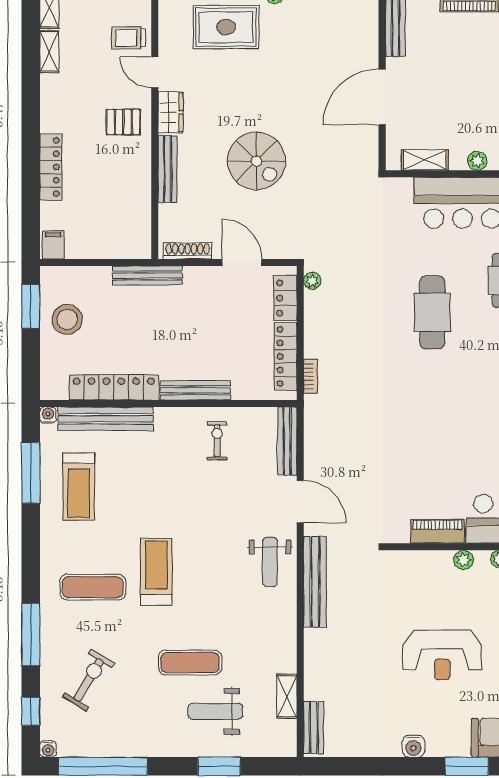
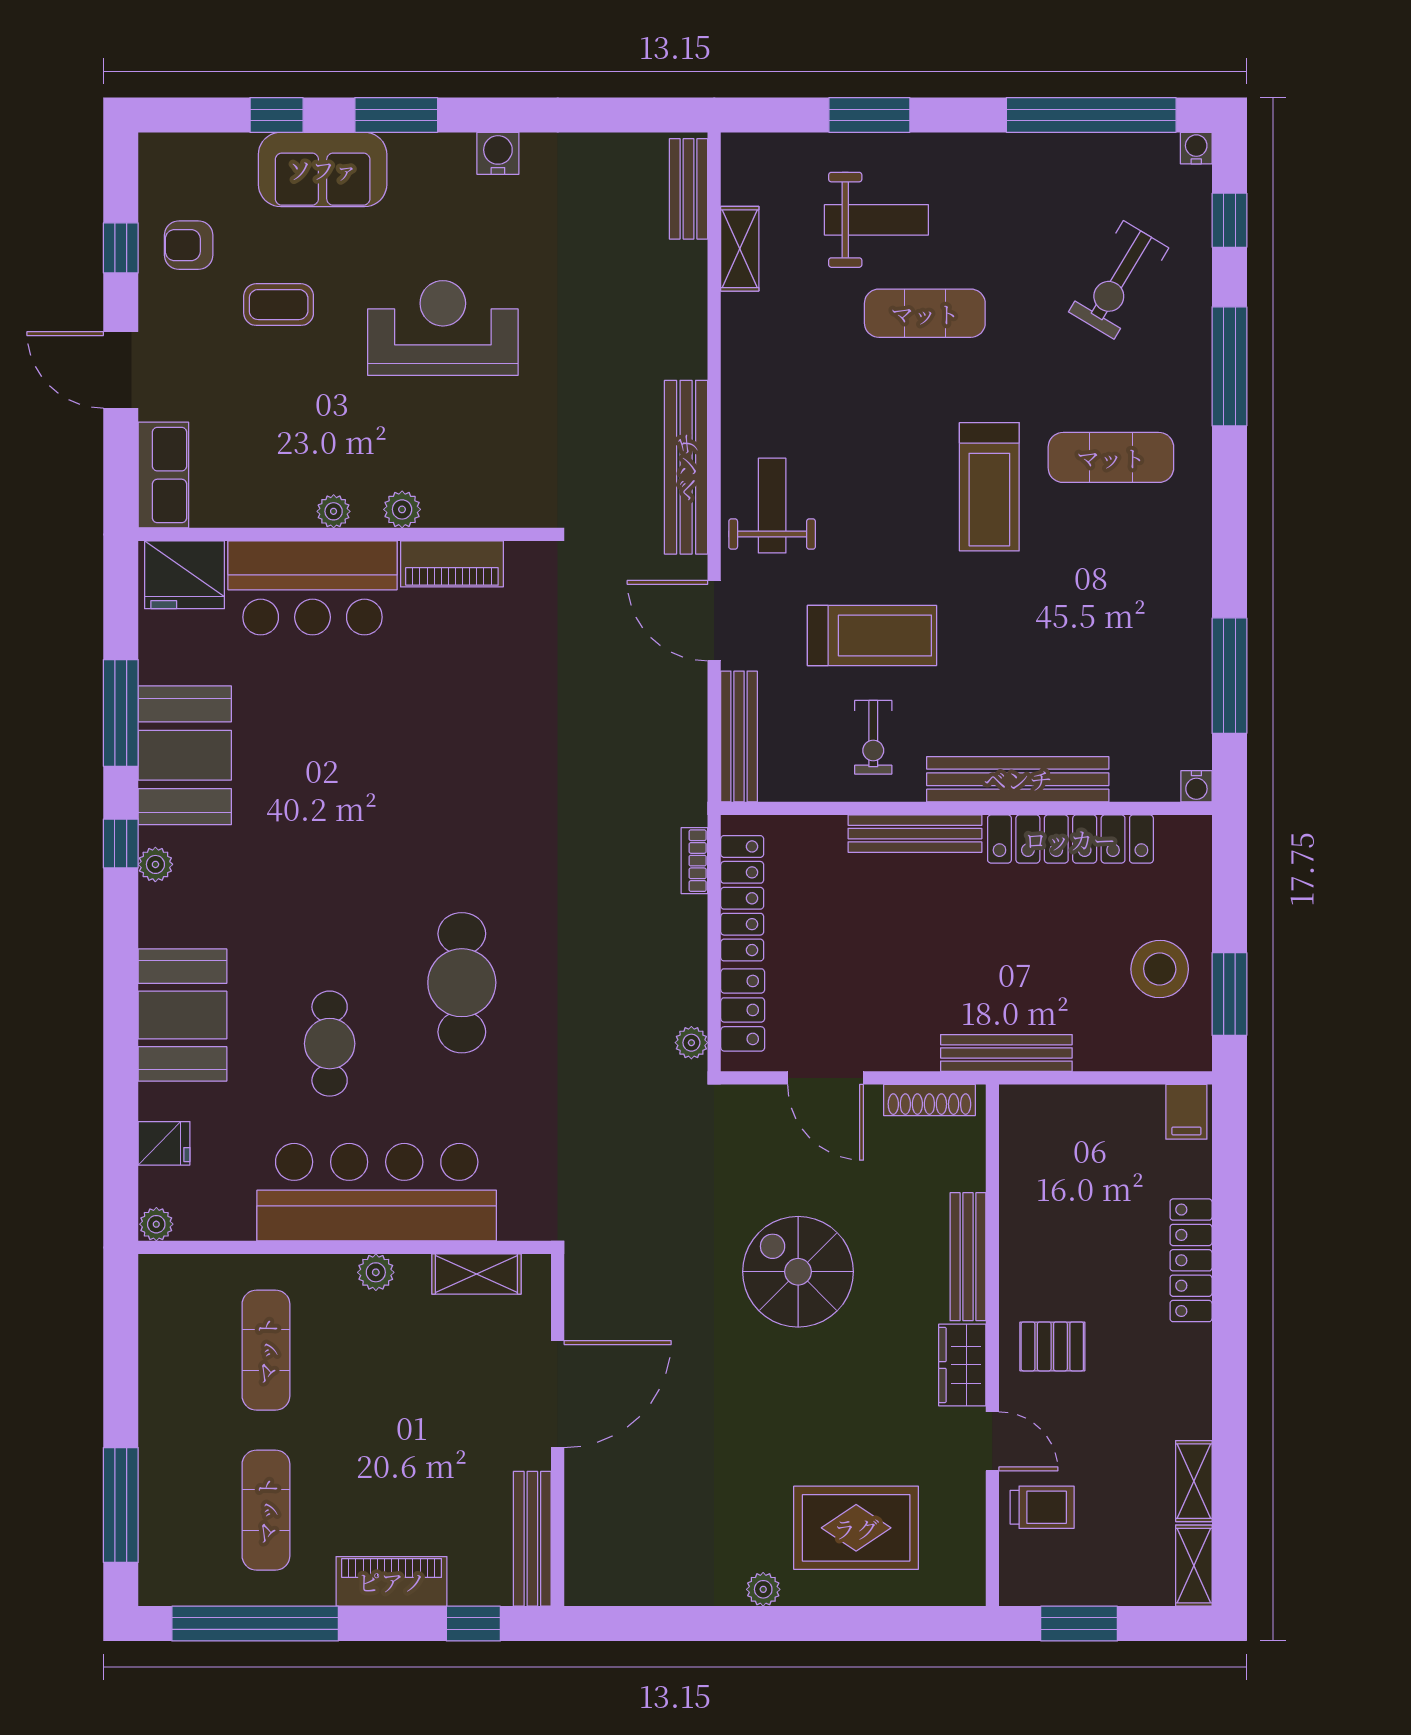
bench: (106, 419) -> (1018, 779), moved
treadmill: (79, 487) -> (872, 636), moved, turned 90

